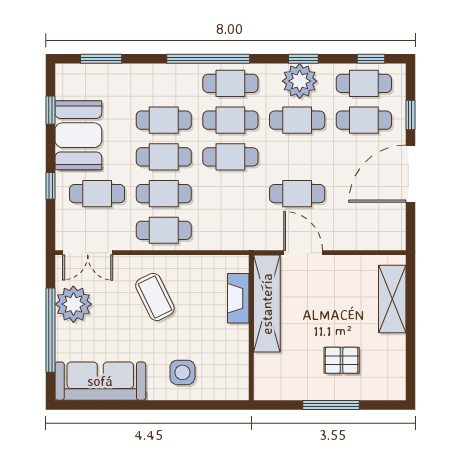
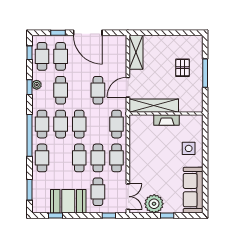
plant: (300, 81) -> (37, 85), width x0.53, depth x0.53
cafe table: (164, 120) -> (42, 158), moved
window: (50, 186) -> (109, 215), moved
cafe table: (230, 230) -> (117, 124), added
coffee table: (155, 297) -> (150, 162), removed
fireplace: (238, 298) -> (167, 120), moved
shelving: (392, 299) -> (136, 52), moved, turned 90
window: (50, 330) -> (167, 215), width x0.32

